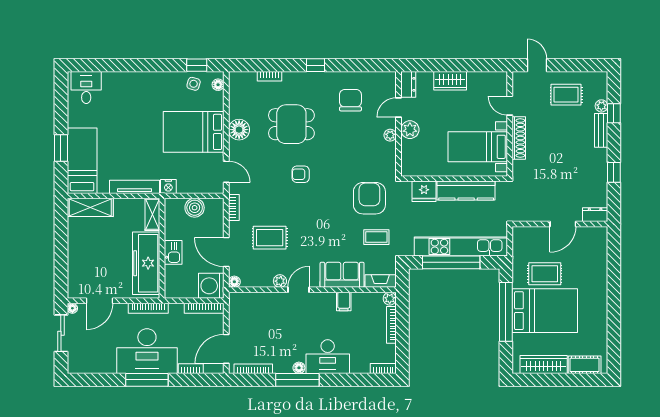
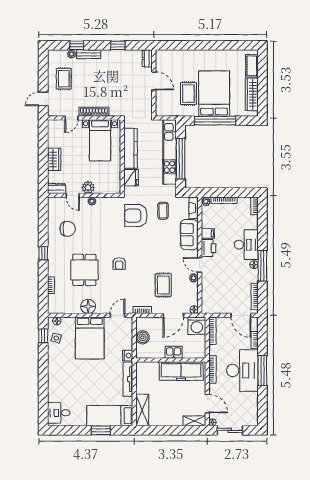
chair: (350, 100) -> (68, 229), turned 180
shelving: (152, 214) -> (194, 421), moved
printer: (323, 303) -> (208, 248), added

